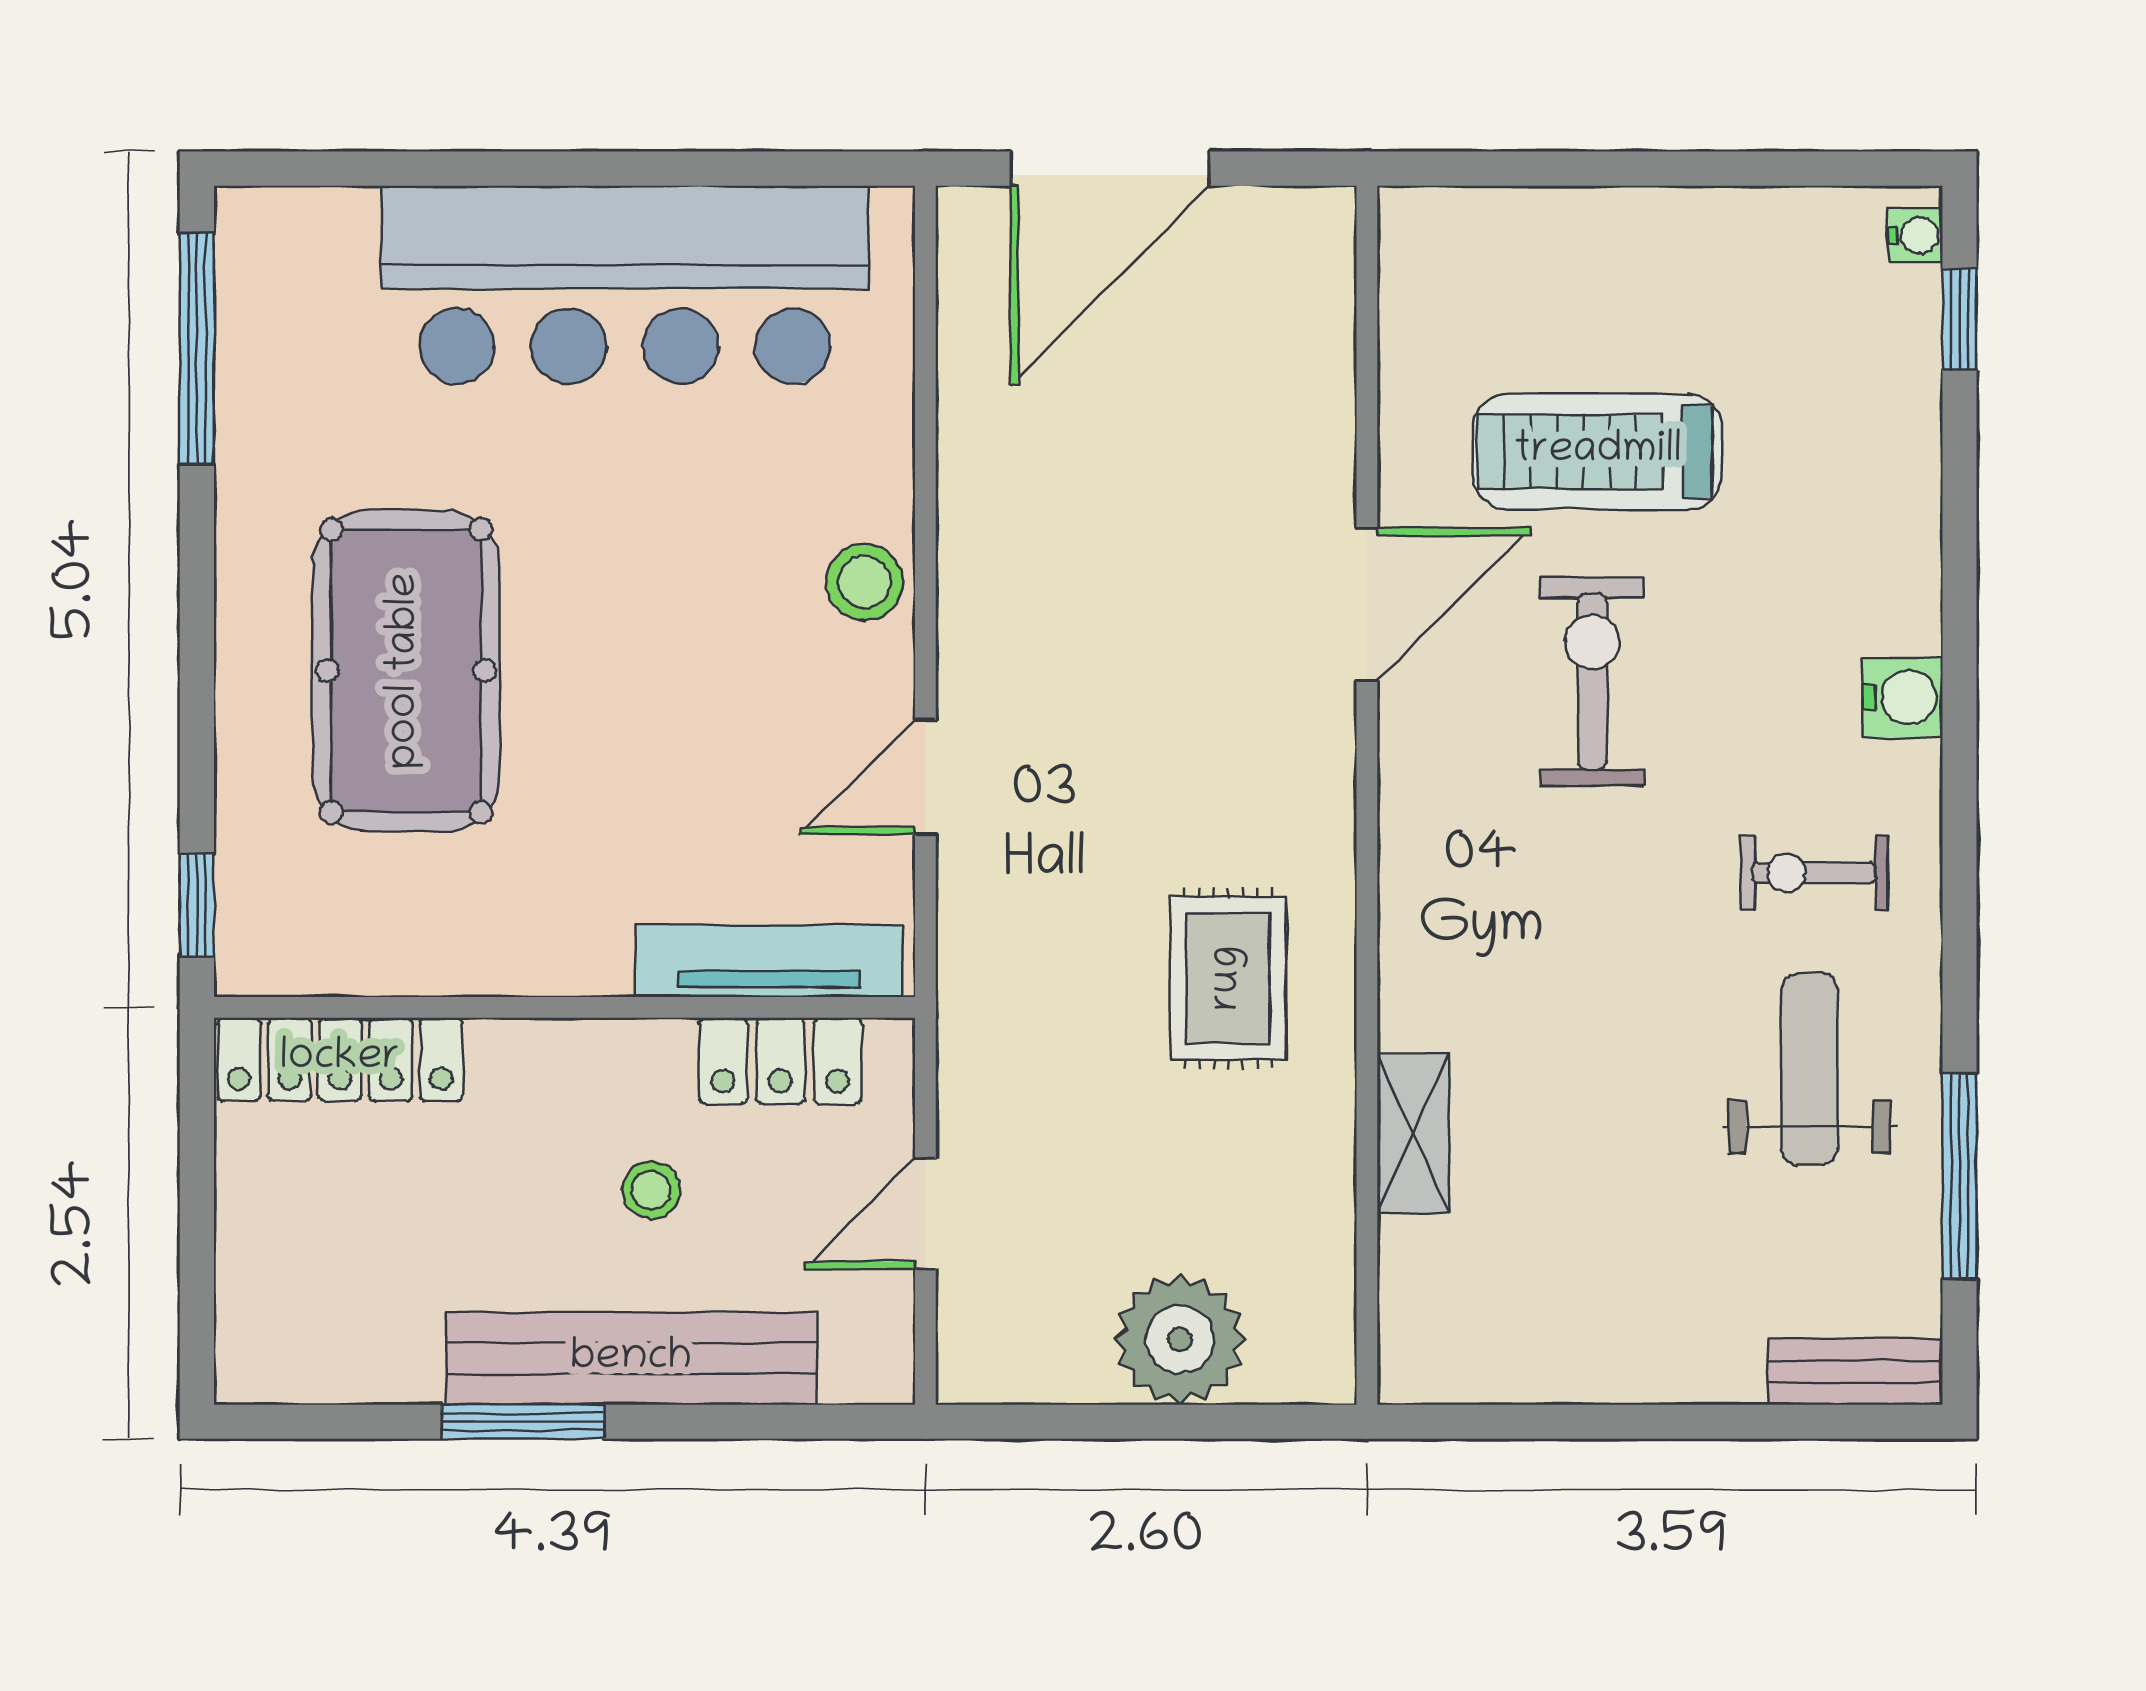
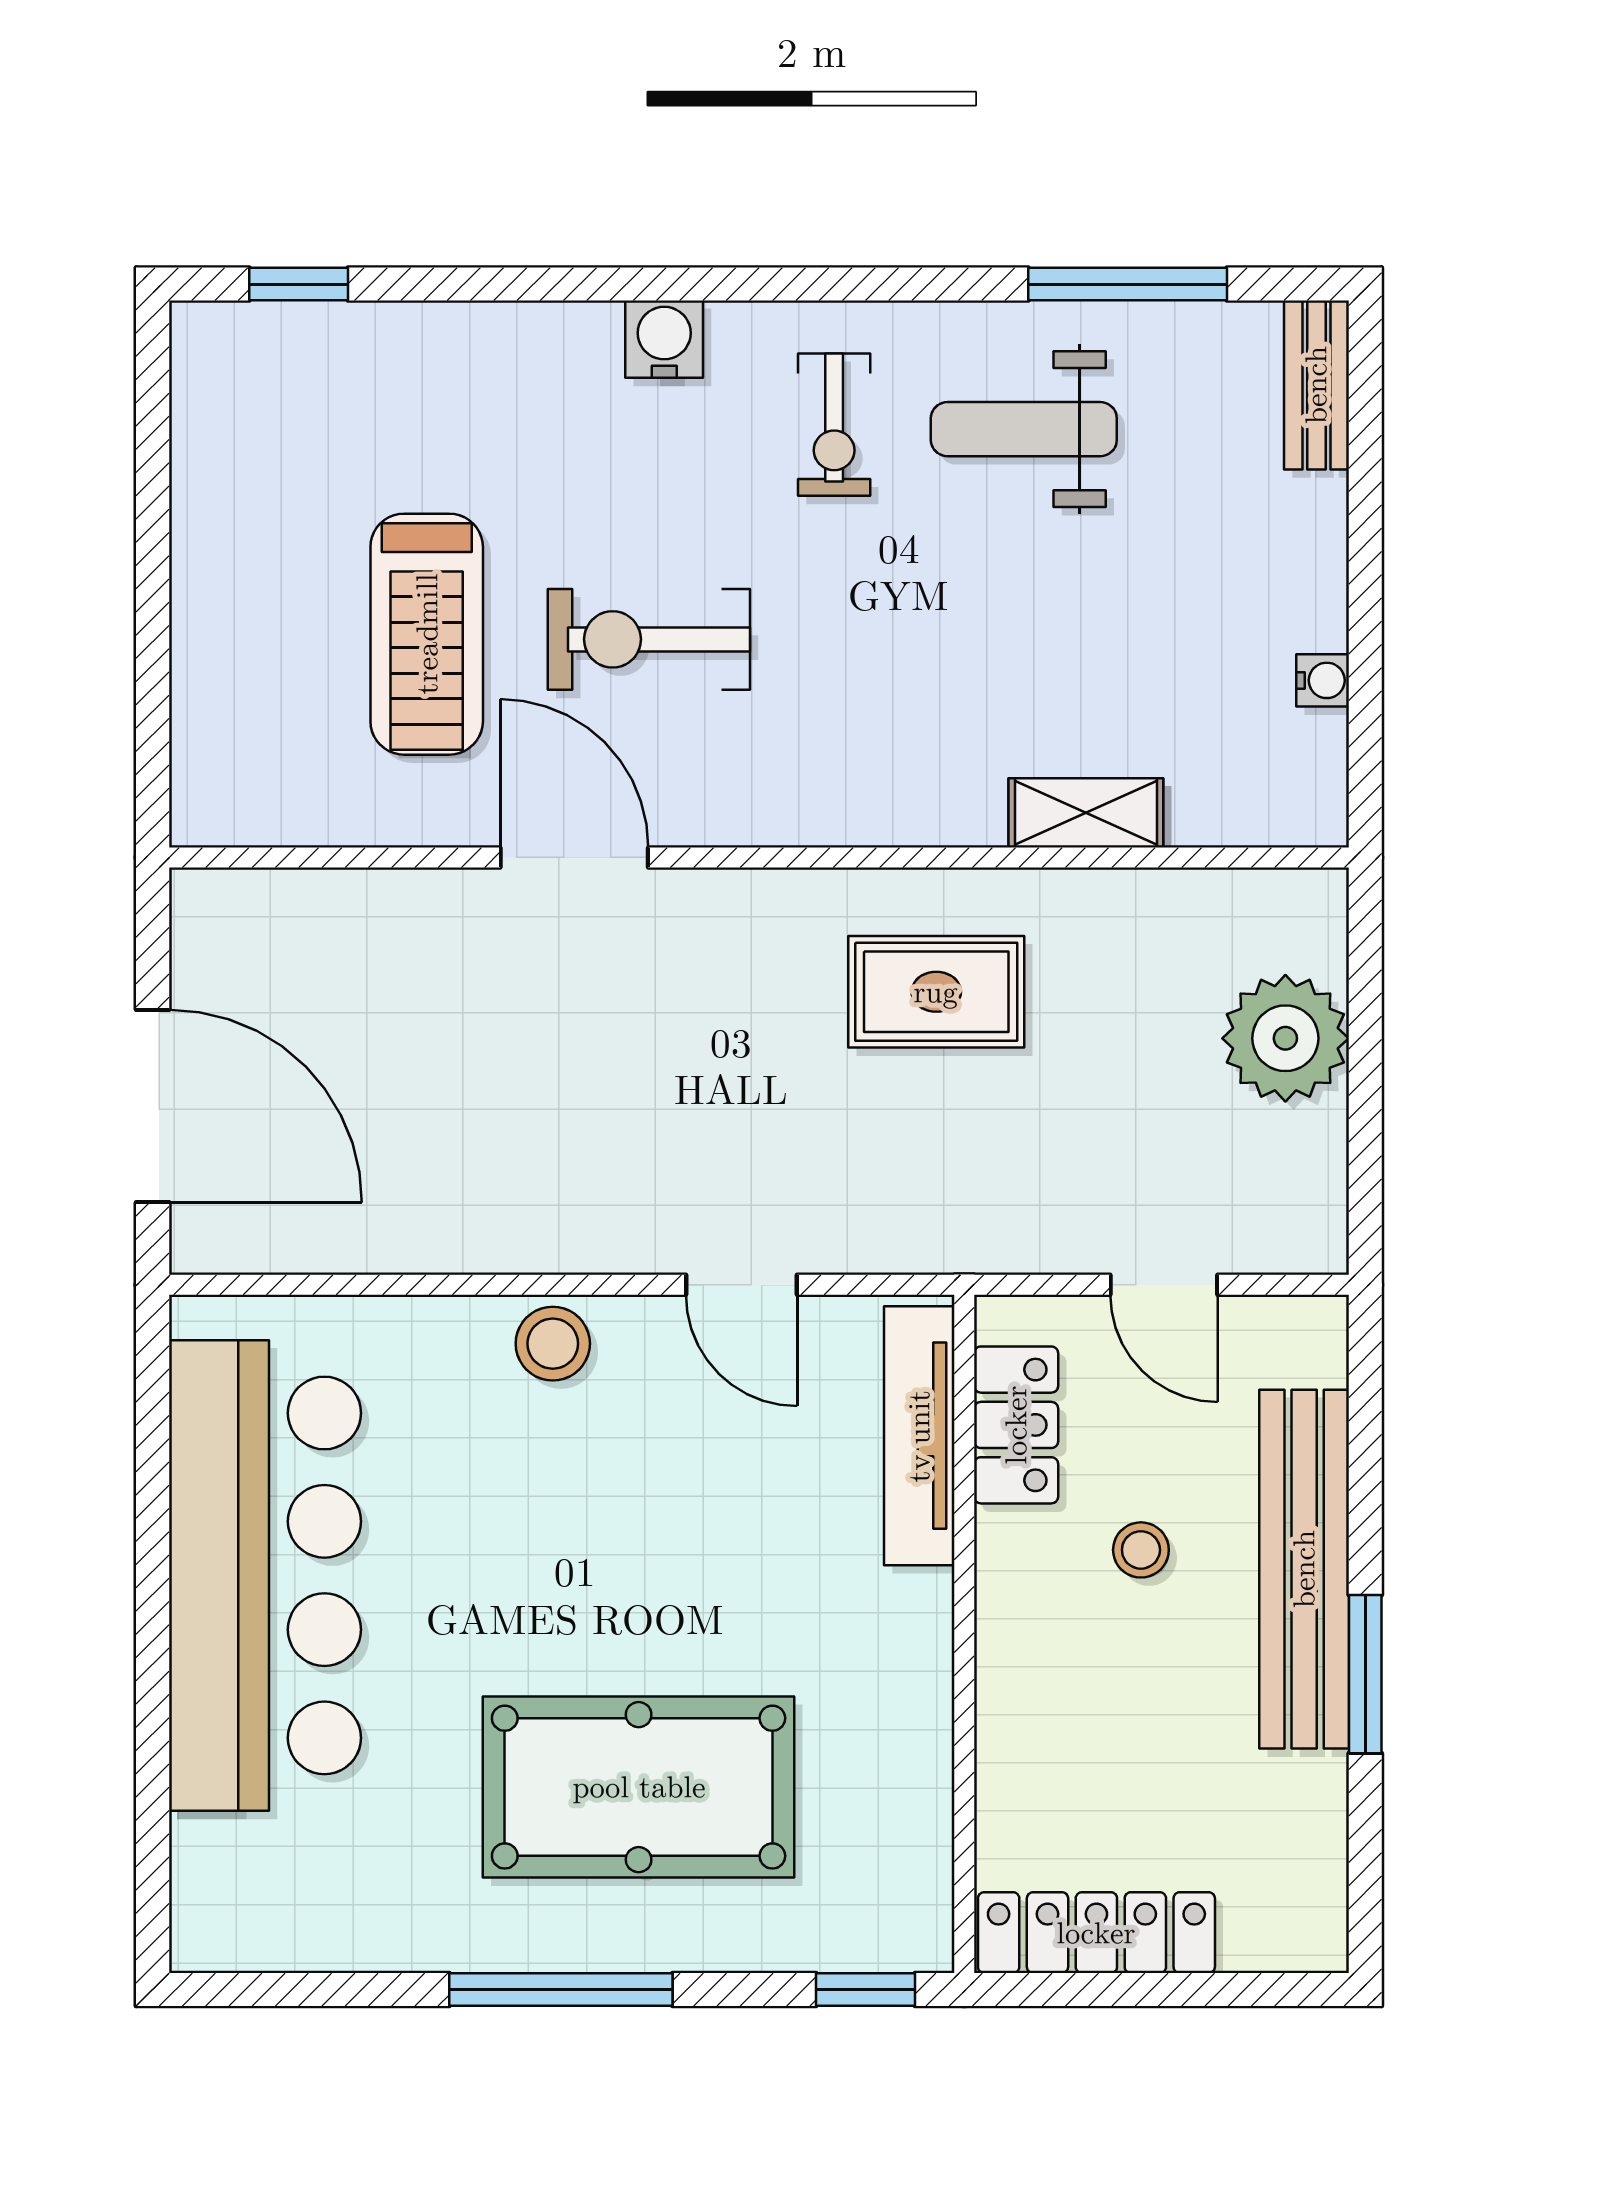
water cooler: (1915, 235) -> (1323, 680), moved, turned 90
window: (197, 349) -> (561, 1990), moved
locker: (340, 1059) -> (1096, 1933), moved, turned -90

